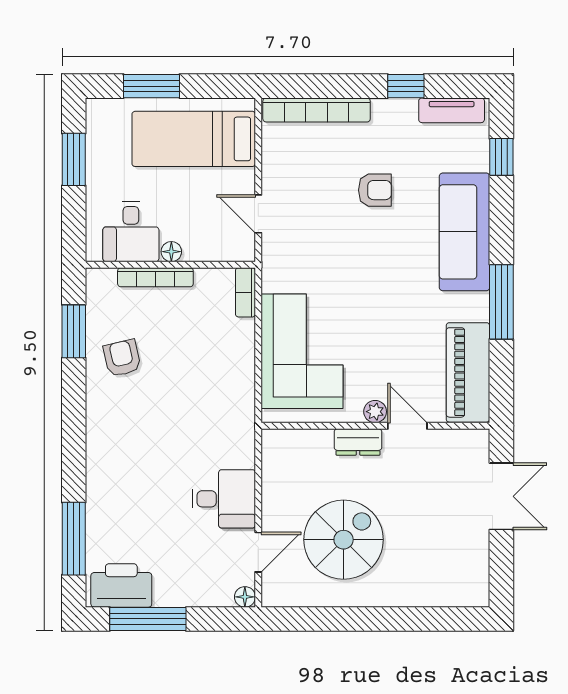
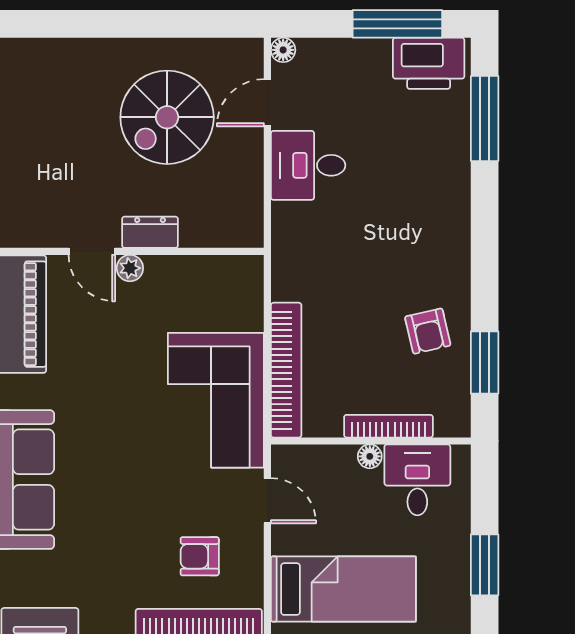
armchair: (375, 190) -> (200, 556), moved
bookcase: (245, 292) -> (286, 370), width x2.31, depth x1.31
corner sofa: (302, 351) -> (216, 400), moved

